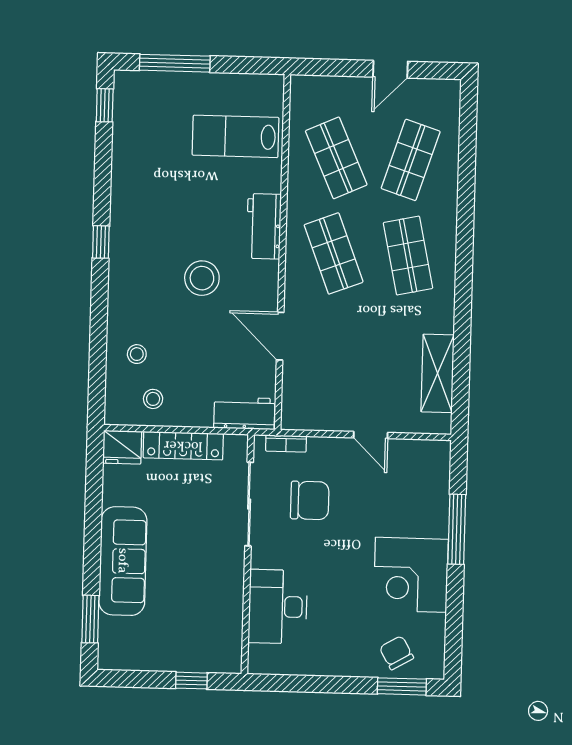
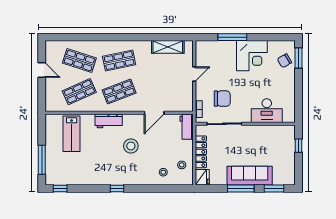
chair: (310, 500) -> (222, 99), turned 90
window: (93, 539) -> (241, 188), added

